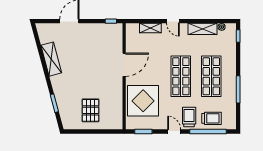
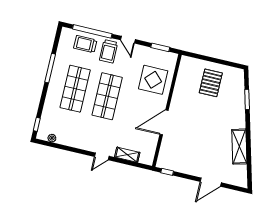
door: (173, 21) -> (102, 156), swing flipped
shelving: (203, 29) -> (72, 141), removed
display table: (143, 101) -> (153, 80), width x0.73, depth x0.73

